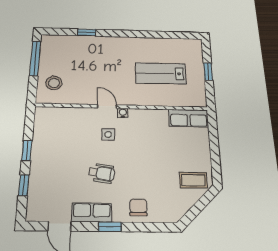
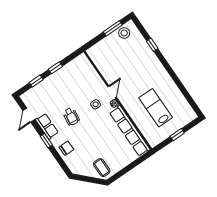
window: (35, 58) -> (113, 28), width x0.69
stool: (54, 83) -> (124, 33), moved
row of seats: (189, 118) -> (130, 131), width x2.02

